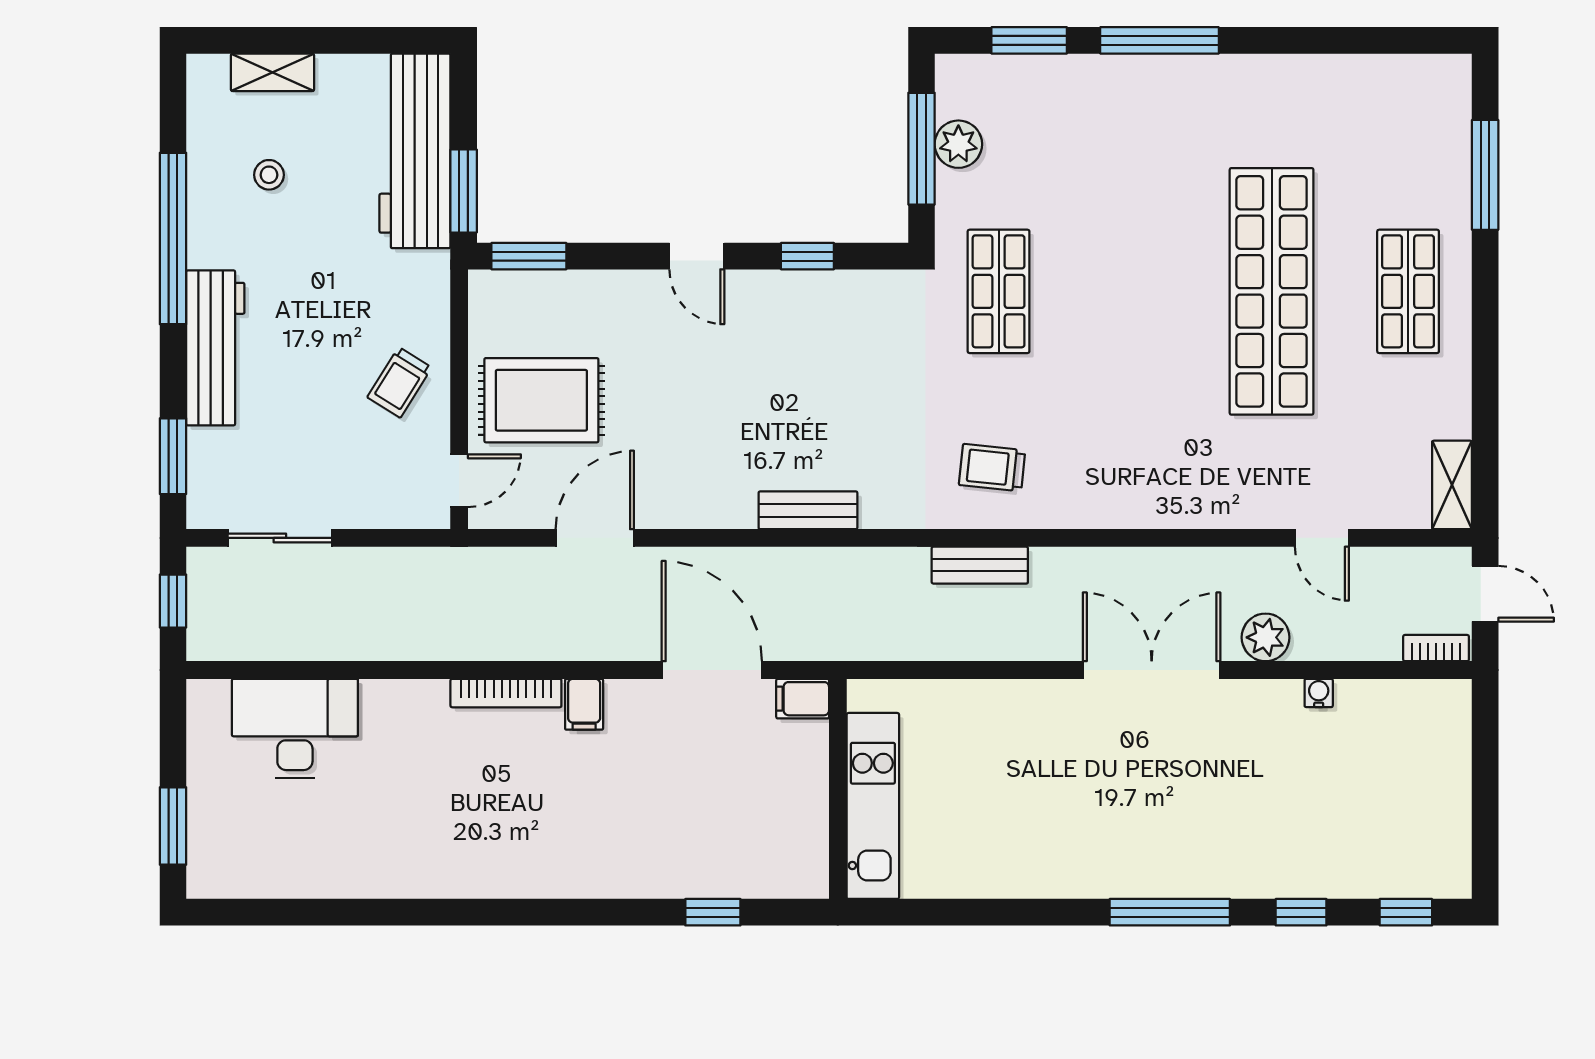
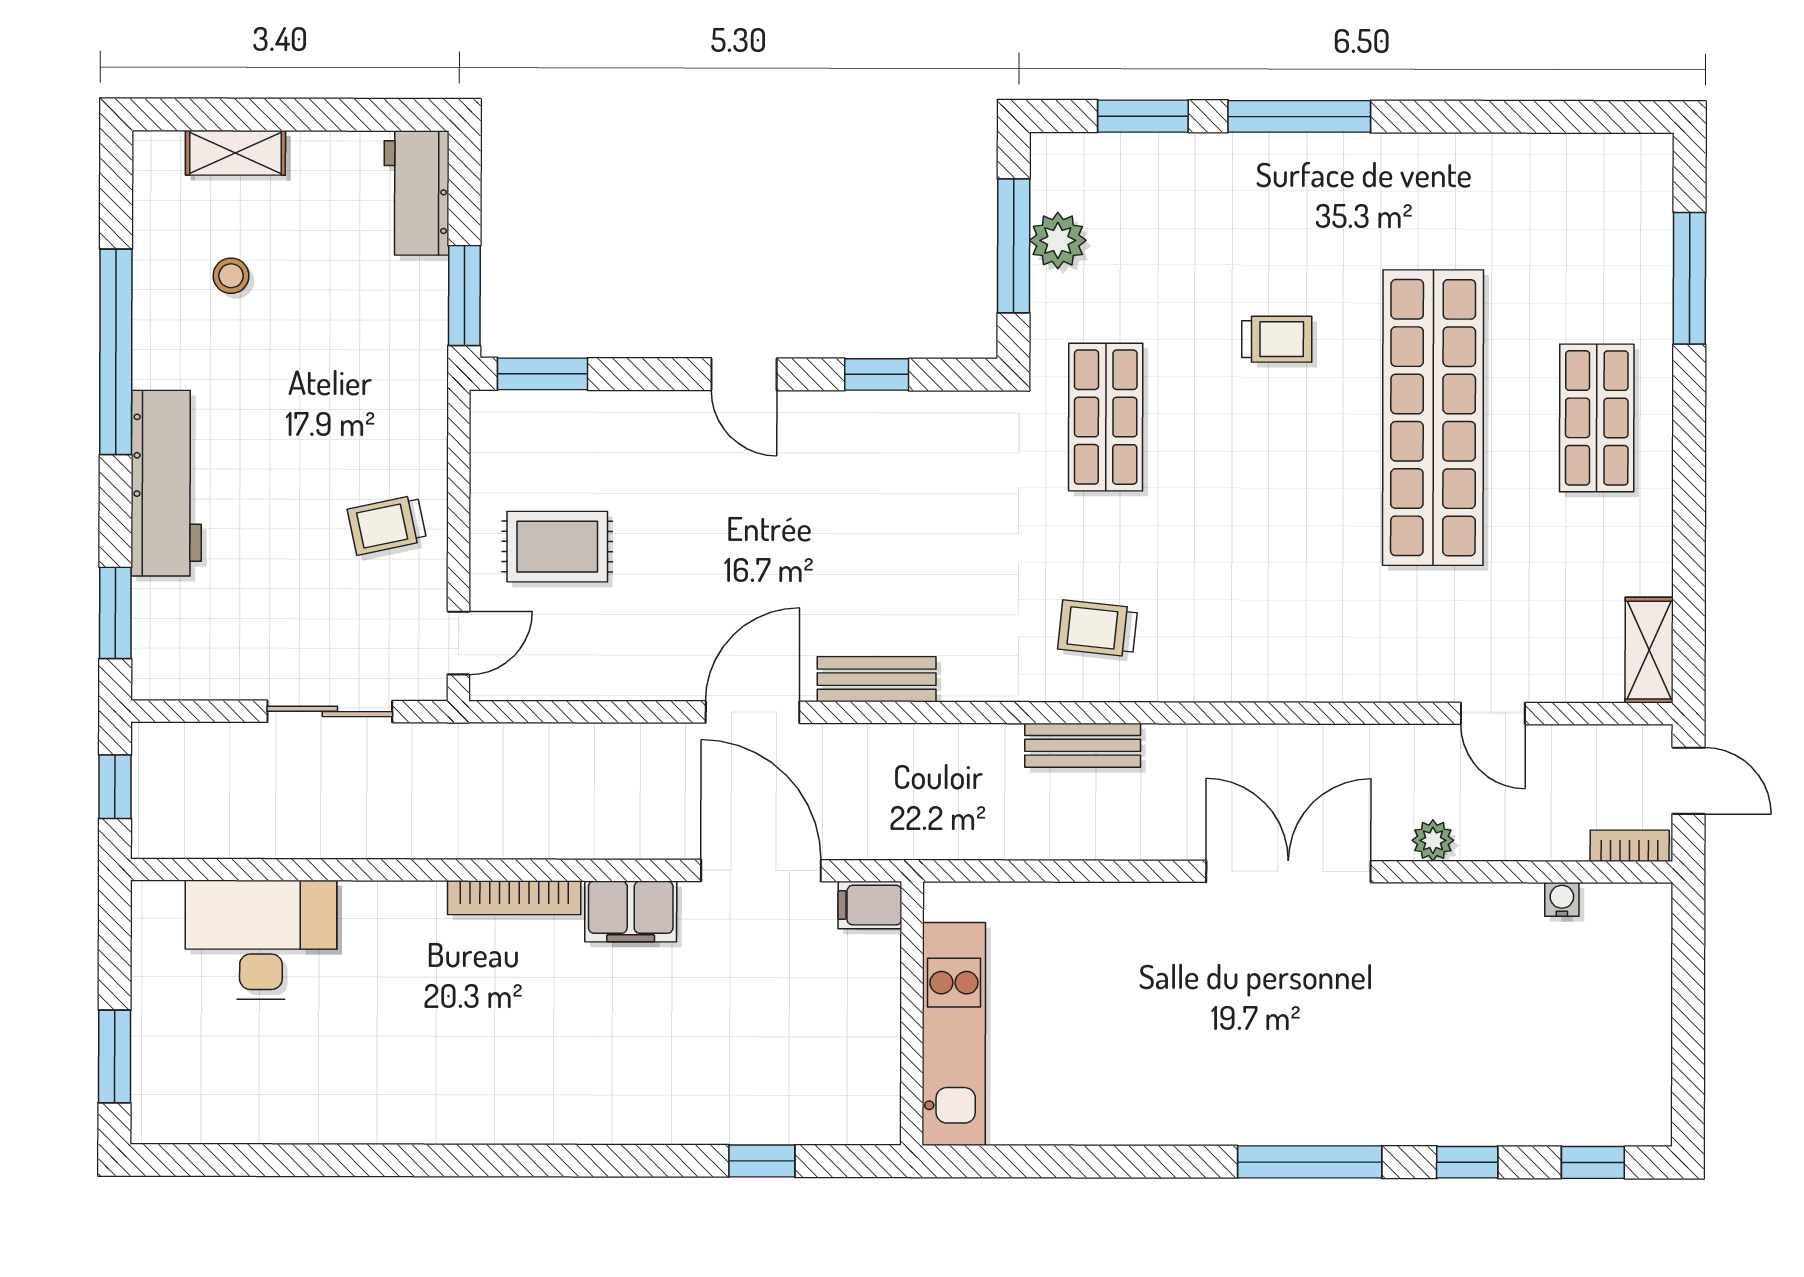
workbench: (415, 151) -> (417, 193), width x0.53, depth x0.76
trolley: (1141, 226) -> (1277, 339), added
trolley: (399, 382) -> (387, 525), turned 46
rug: (541, 400) -> (557, 547), width x0.73, depth x0.70
sliding door: (280, 538) -> (330, 711), moved
door: (595, 538) -> (753, 712), moved
plant: (1266, 637) -> (1433, 840), width x0.73, depth x0.73
water cooler: (1319, 693) -> (1562, 899), moved
filing cabinet: (584, 704) -> (631, 911), width x2.00

